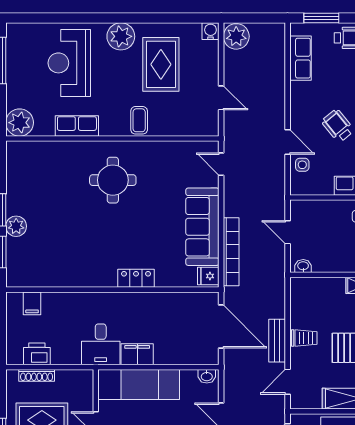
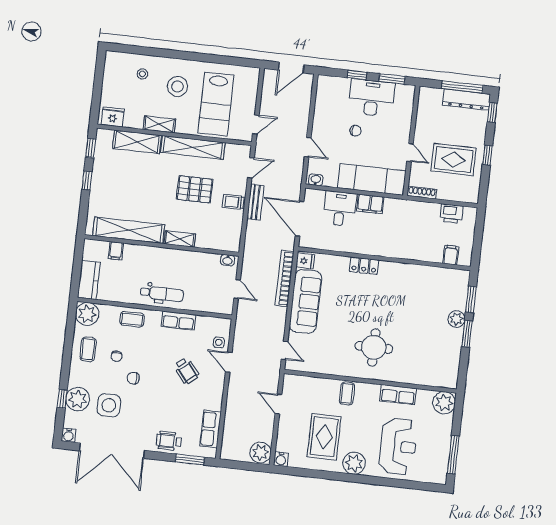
desk: (101, 344) -> (340, 209), moved
shoe rack: (37, 375) -> (422, 193), moved

